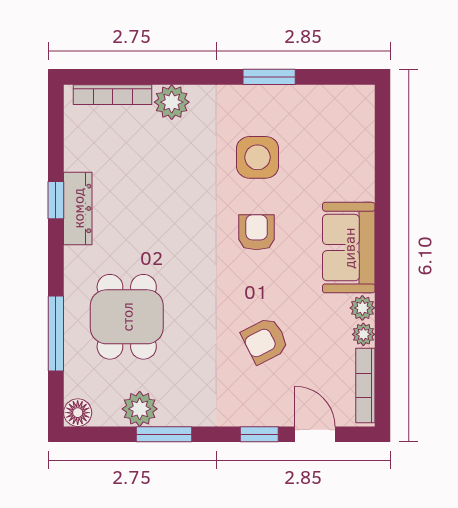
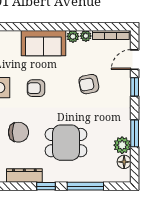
chair: (166, 196) -> (18, 132), added
window: (56, 200) -> (46, 186), moved
dining table: (127, 317) -> (66, 143), moved
armchair: (265, 341) -> (89, 84), turned 106
floor lamp: (78, 413) -> (124, 162), moved

